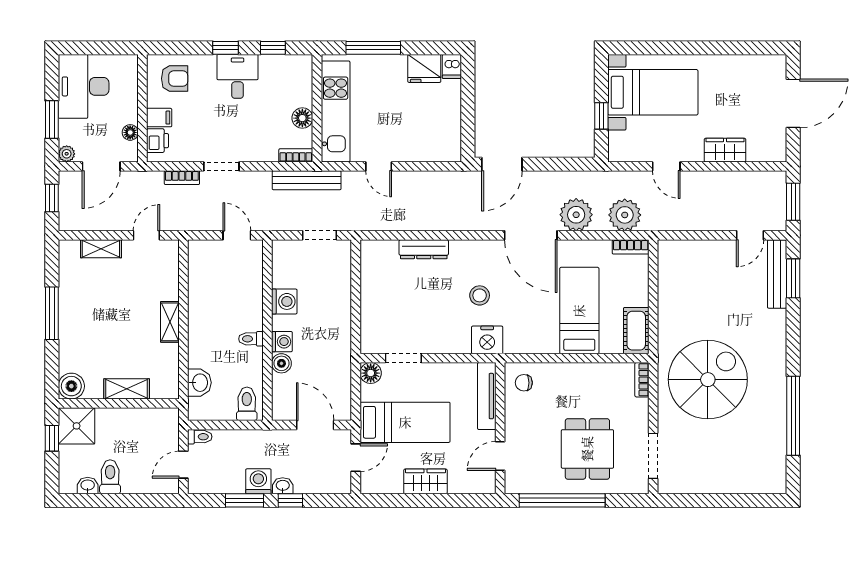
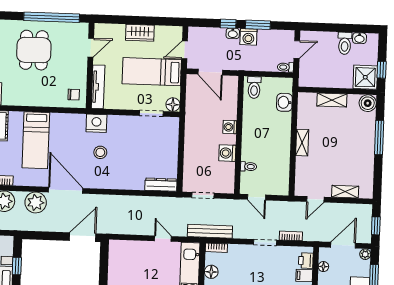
dresser: (424, 249) -> (161, 185), moved
window: (52, 313) -> (379, 138), moved
toilet: (251, 339) -> (249, 166), moved
boiler: (281, 363) -> (231, 113), removed

